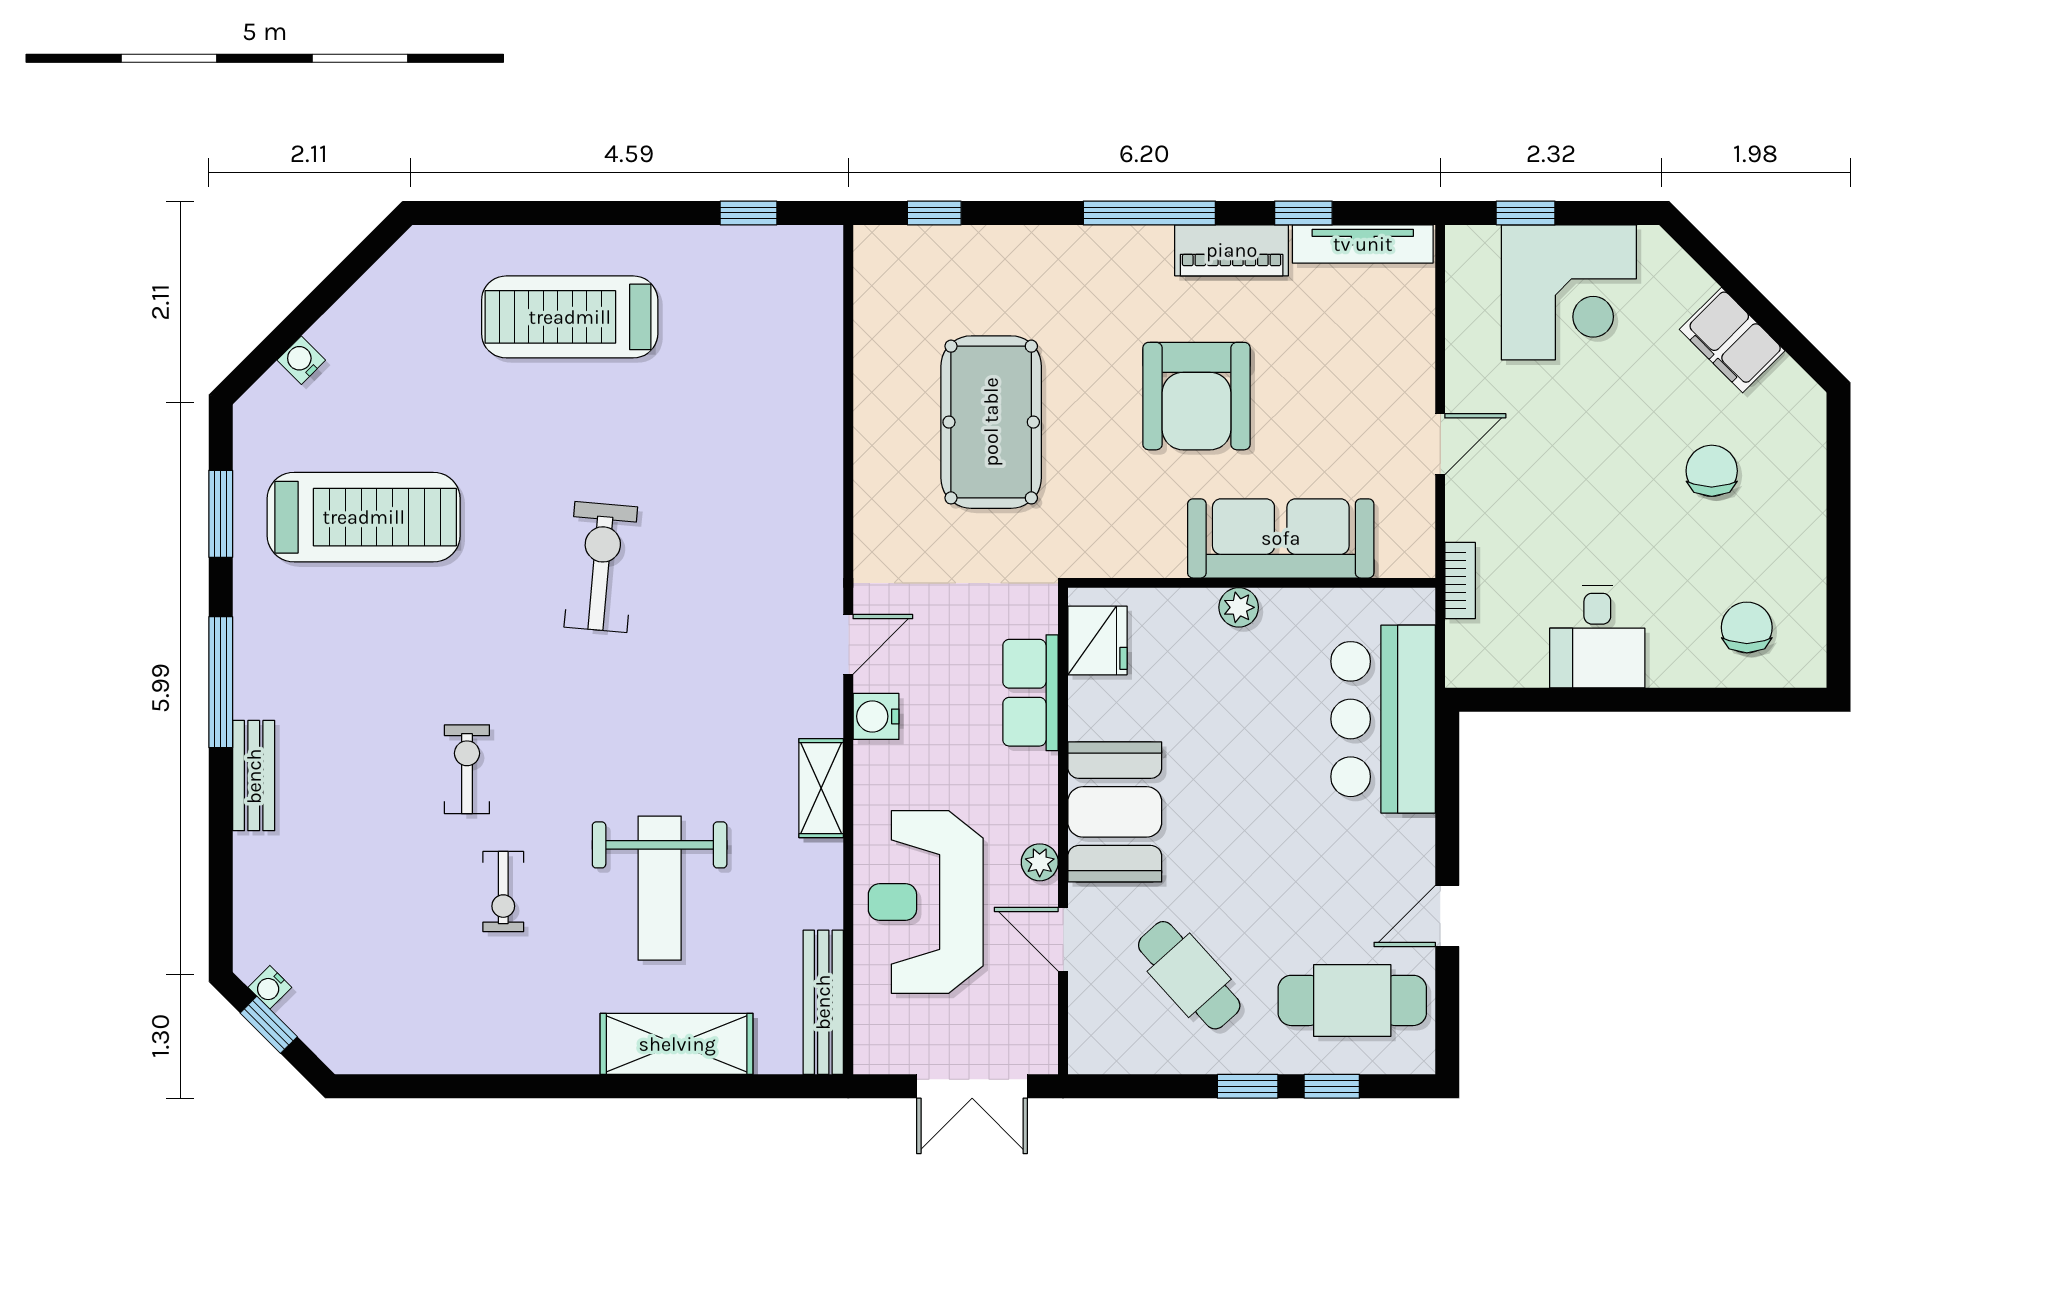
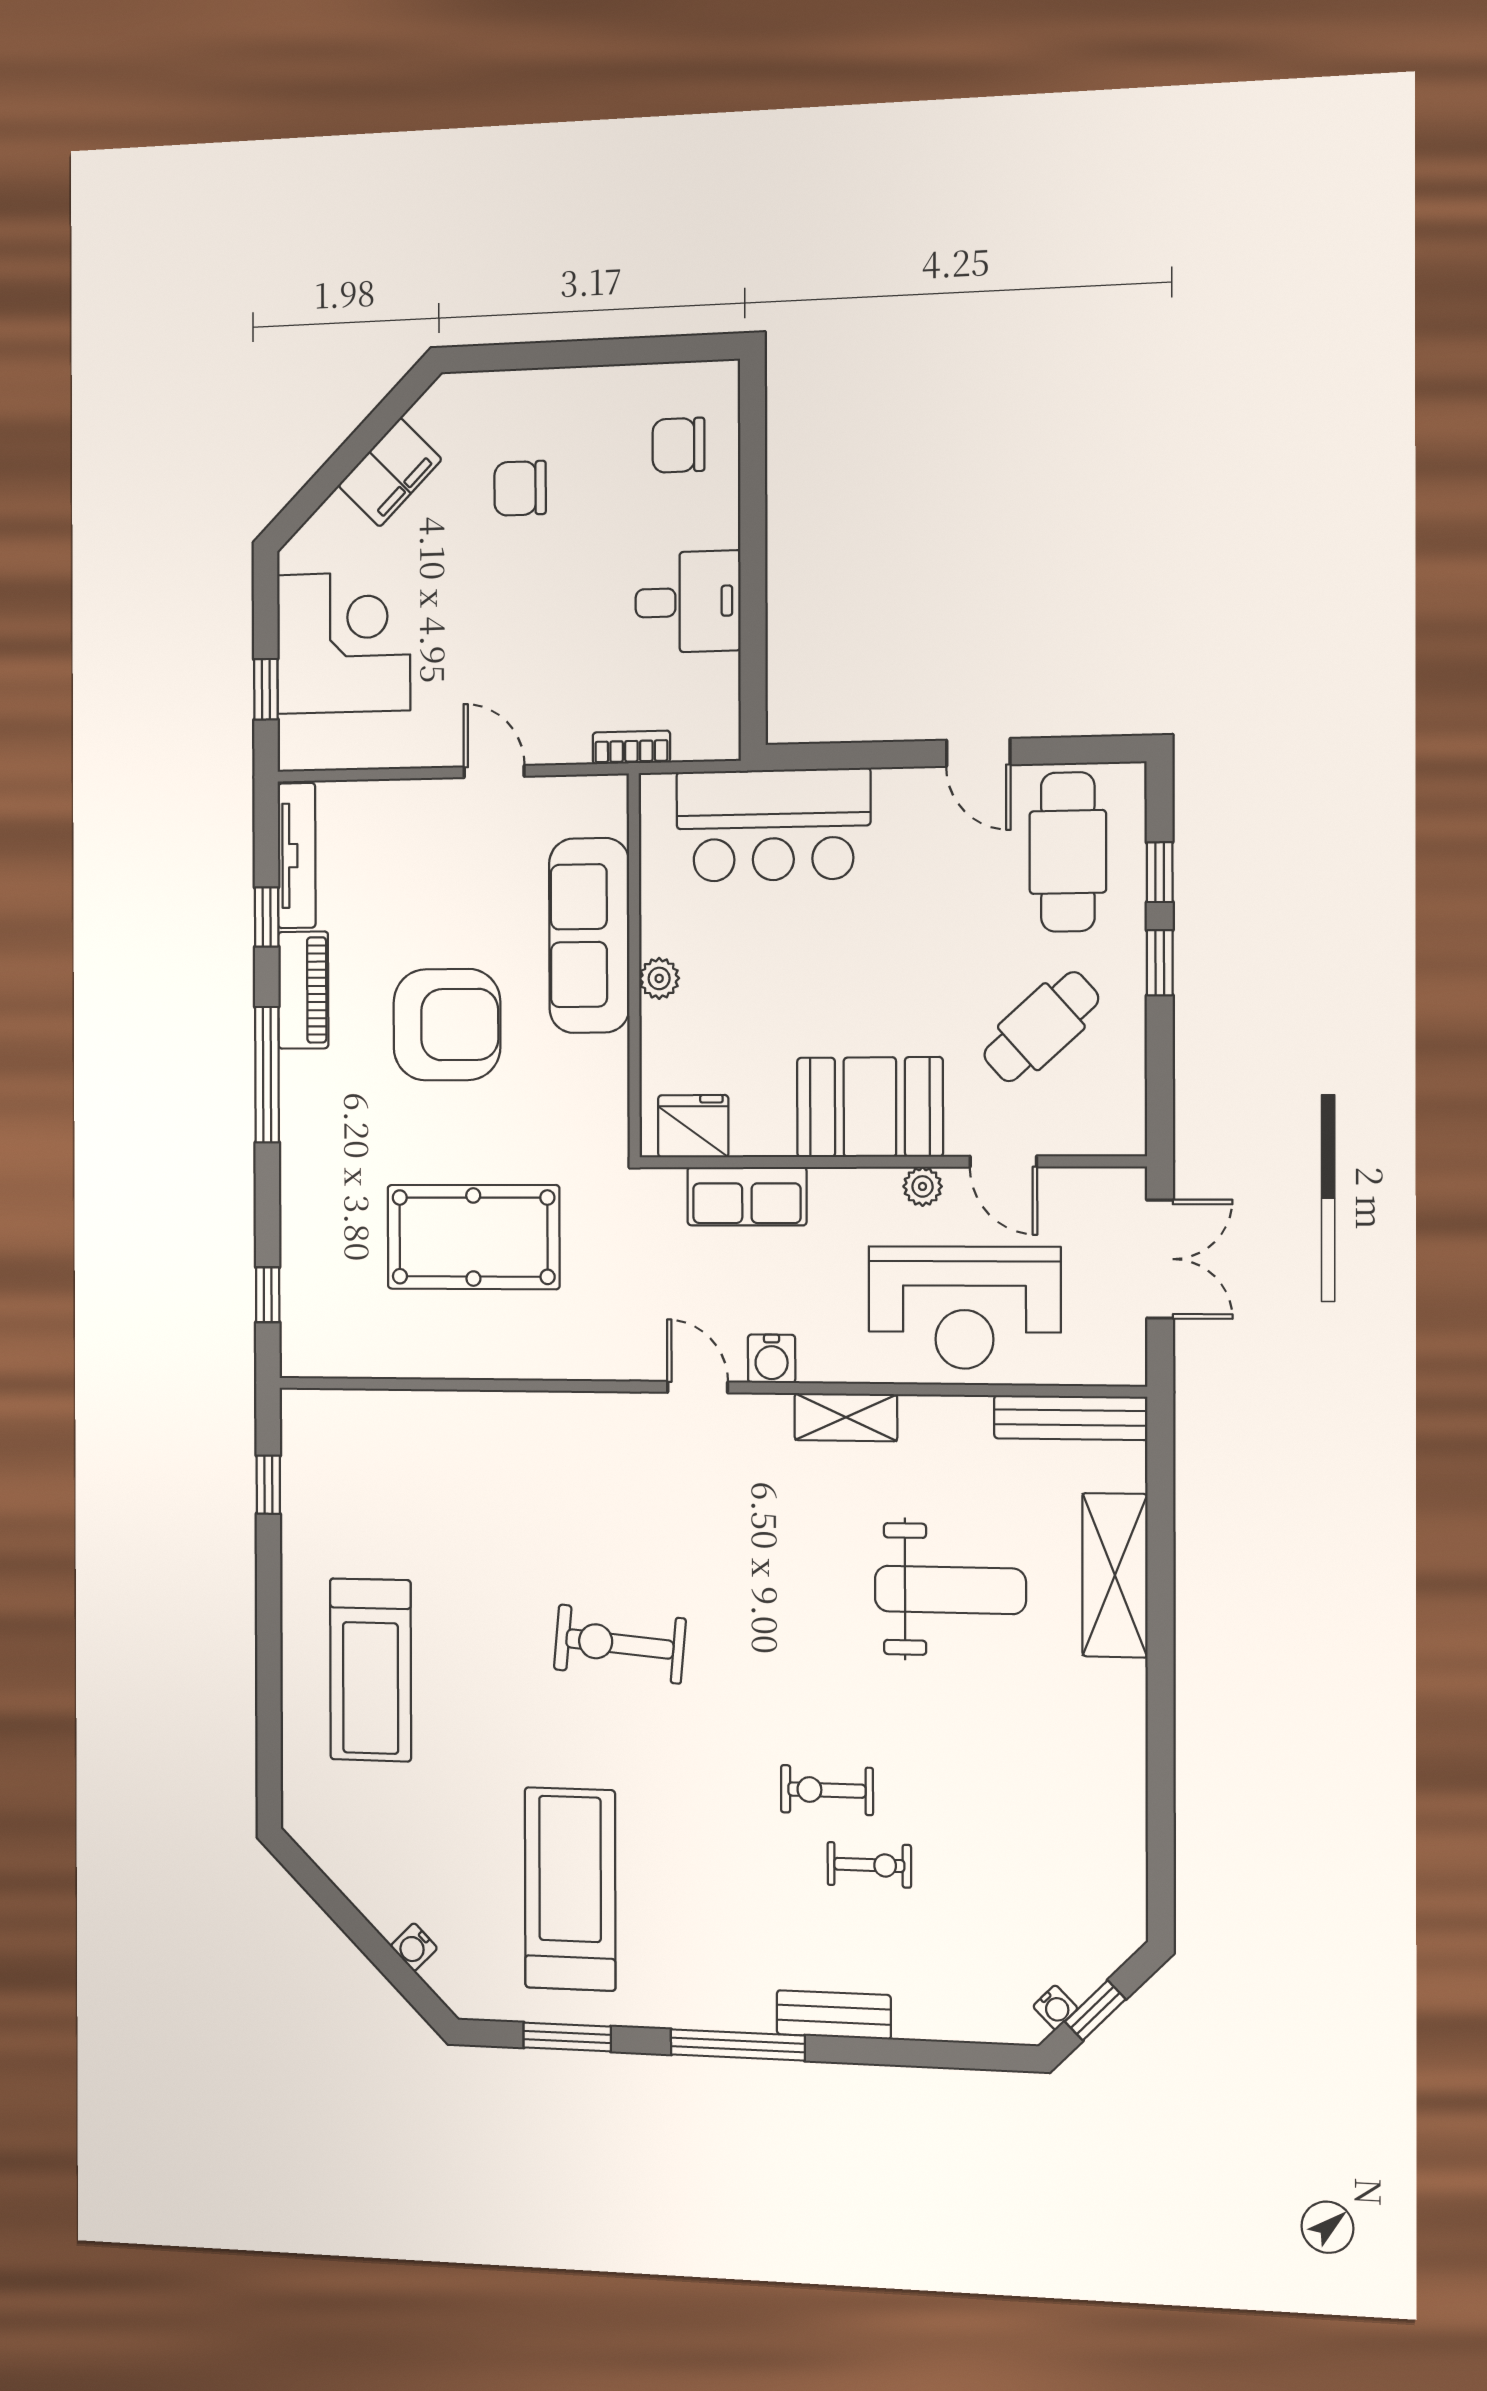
exercise bike: (503, 892) -> (869, 1865), moved
door: (1063, 939) -> (1003, 1162), hinge flipped

